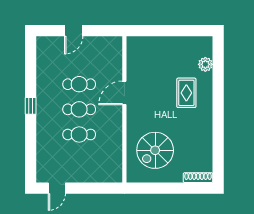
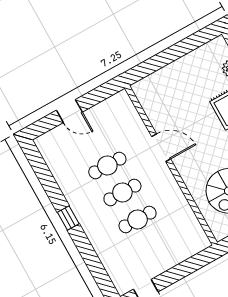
door: (74, 31) -> (69, 111), hinge flipped
door: (124, 93) -> (161, 148), swing flipped

